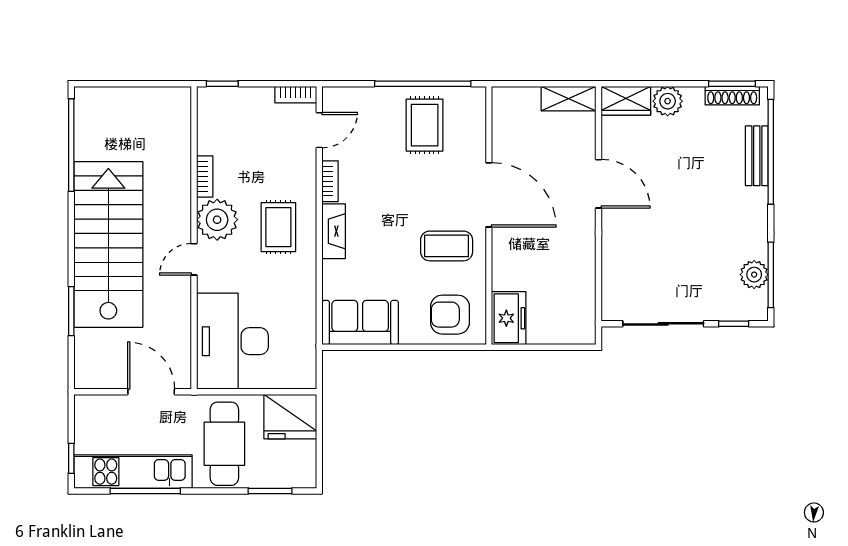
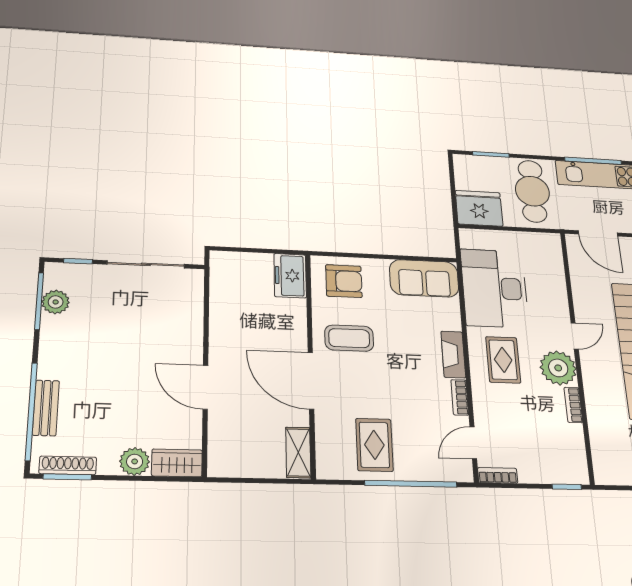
window: (423, 84) -> (411, 484), moved
shelving: (569, 99) -> (298, 452), moved, turned 90
desk: (232, 341) -> (494, 288), moved, turned 180

